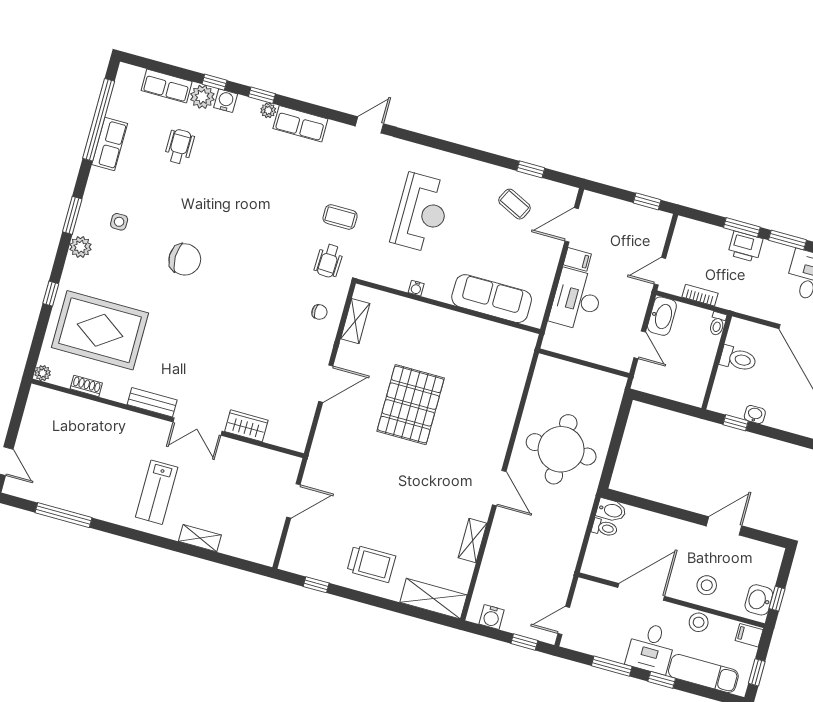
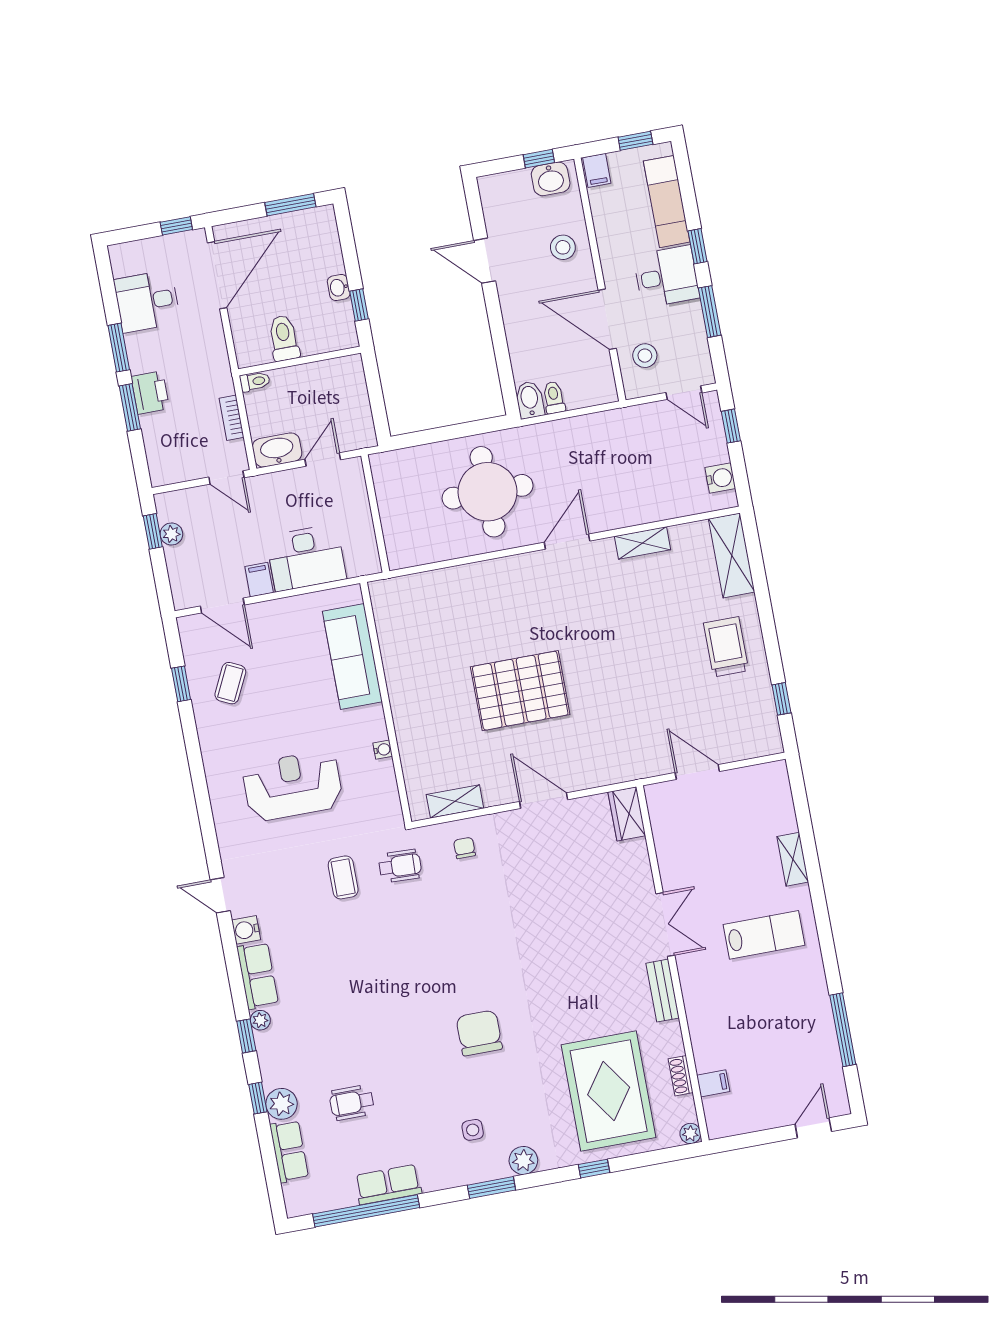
water cooler: (226, 101) -> (246, 930), moved
plant: (639, 214) -> (171, 534), added
filing cabinet: (70, 406) -> (713, 1083), added
wardrobe: (246, 426) -> (627, 814), moved
stool: (699, 622) -> (645, 356), moved

